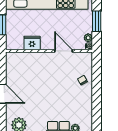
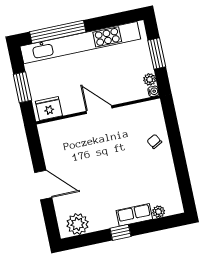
fridge: (32, 43) -> (49, 108), moved
door: (64, 51) -> (99, 110), moved

